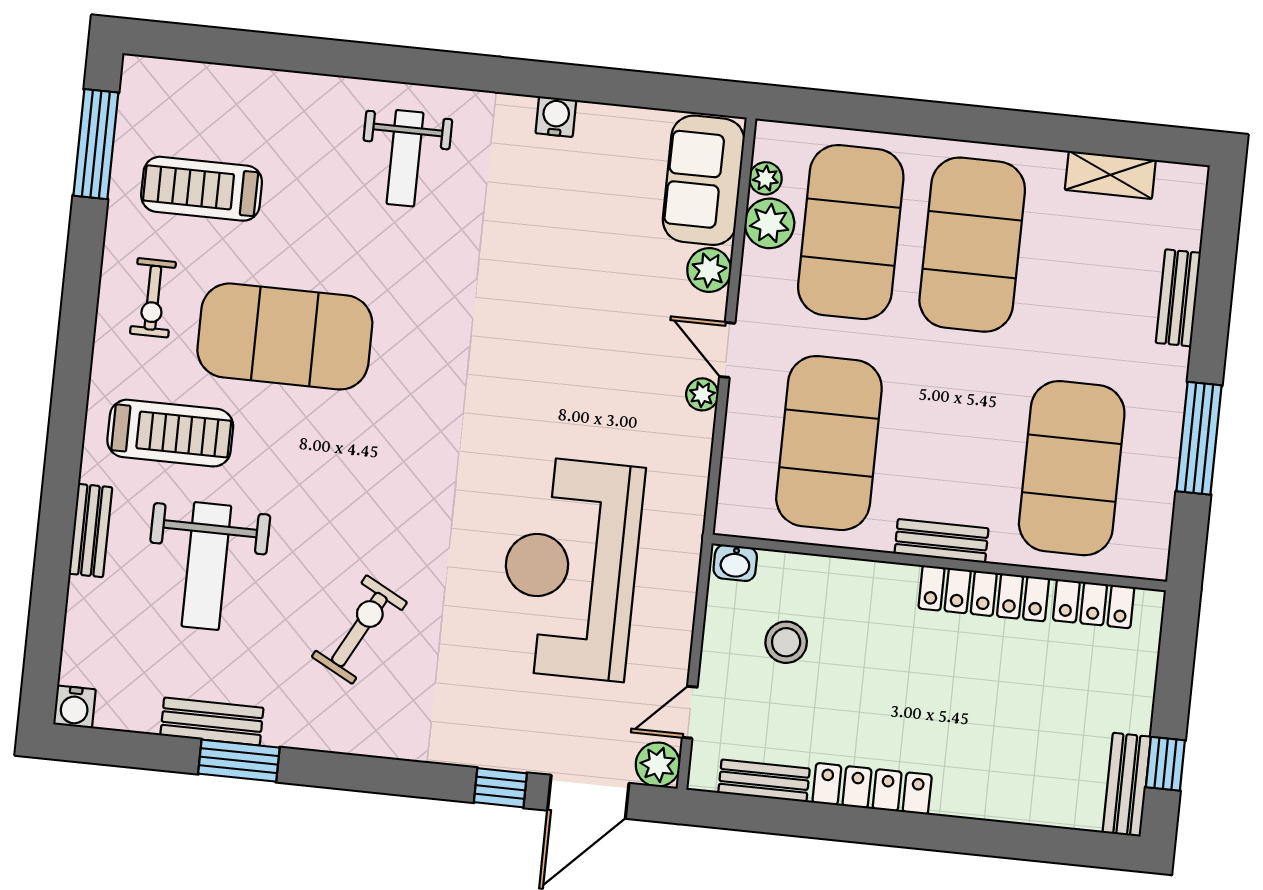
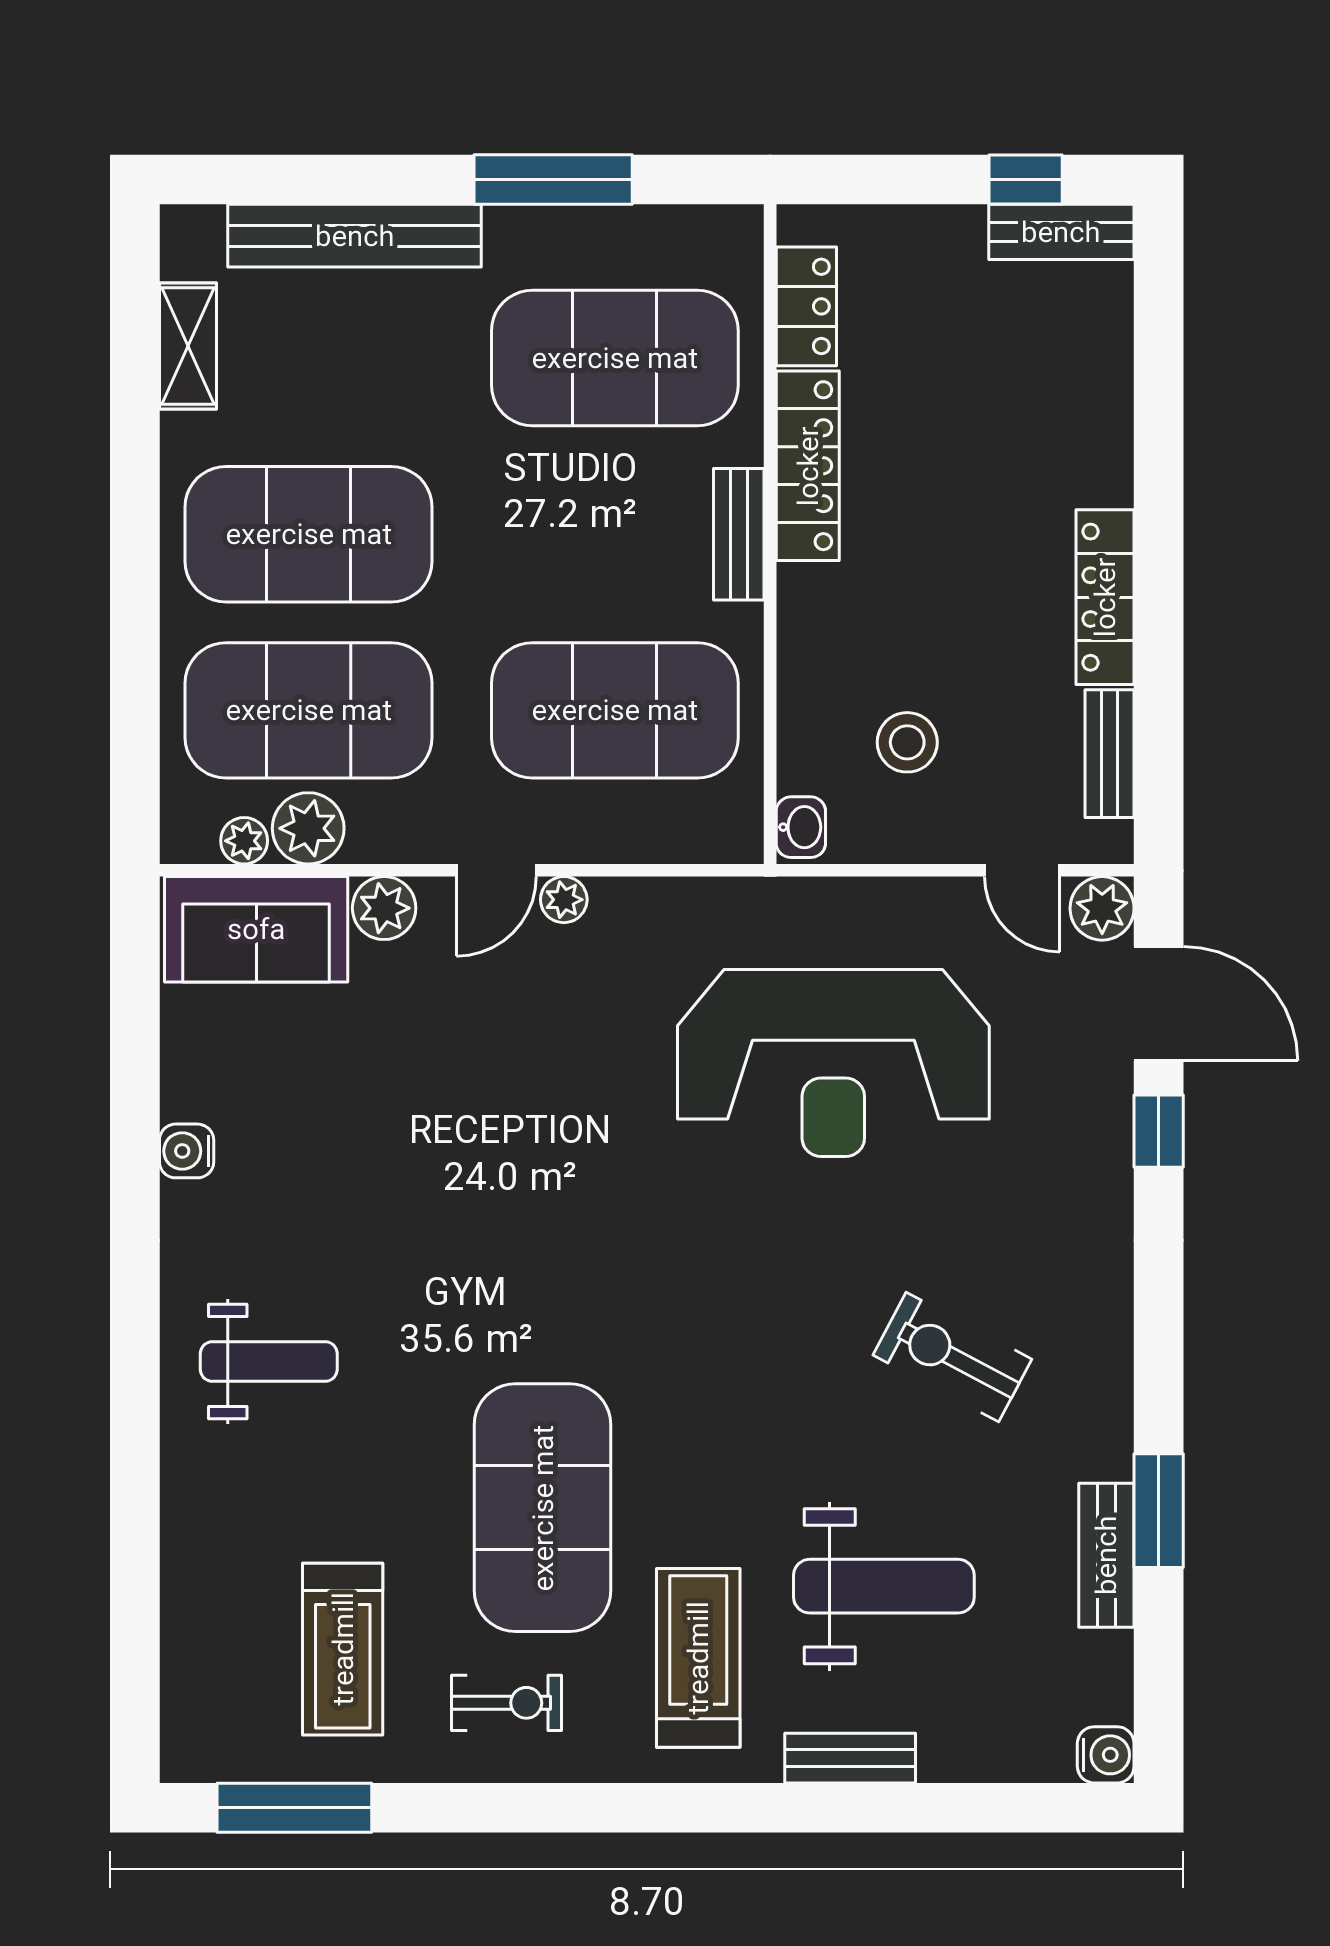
bench: (1178, 298) -> (355, 236), width x1.86, depth x1.21

